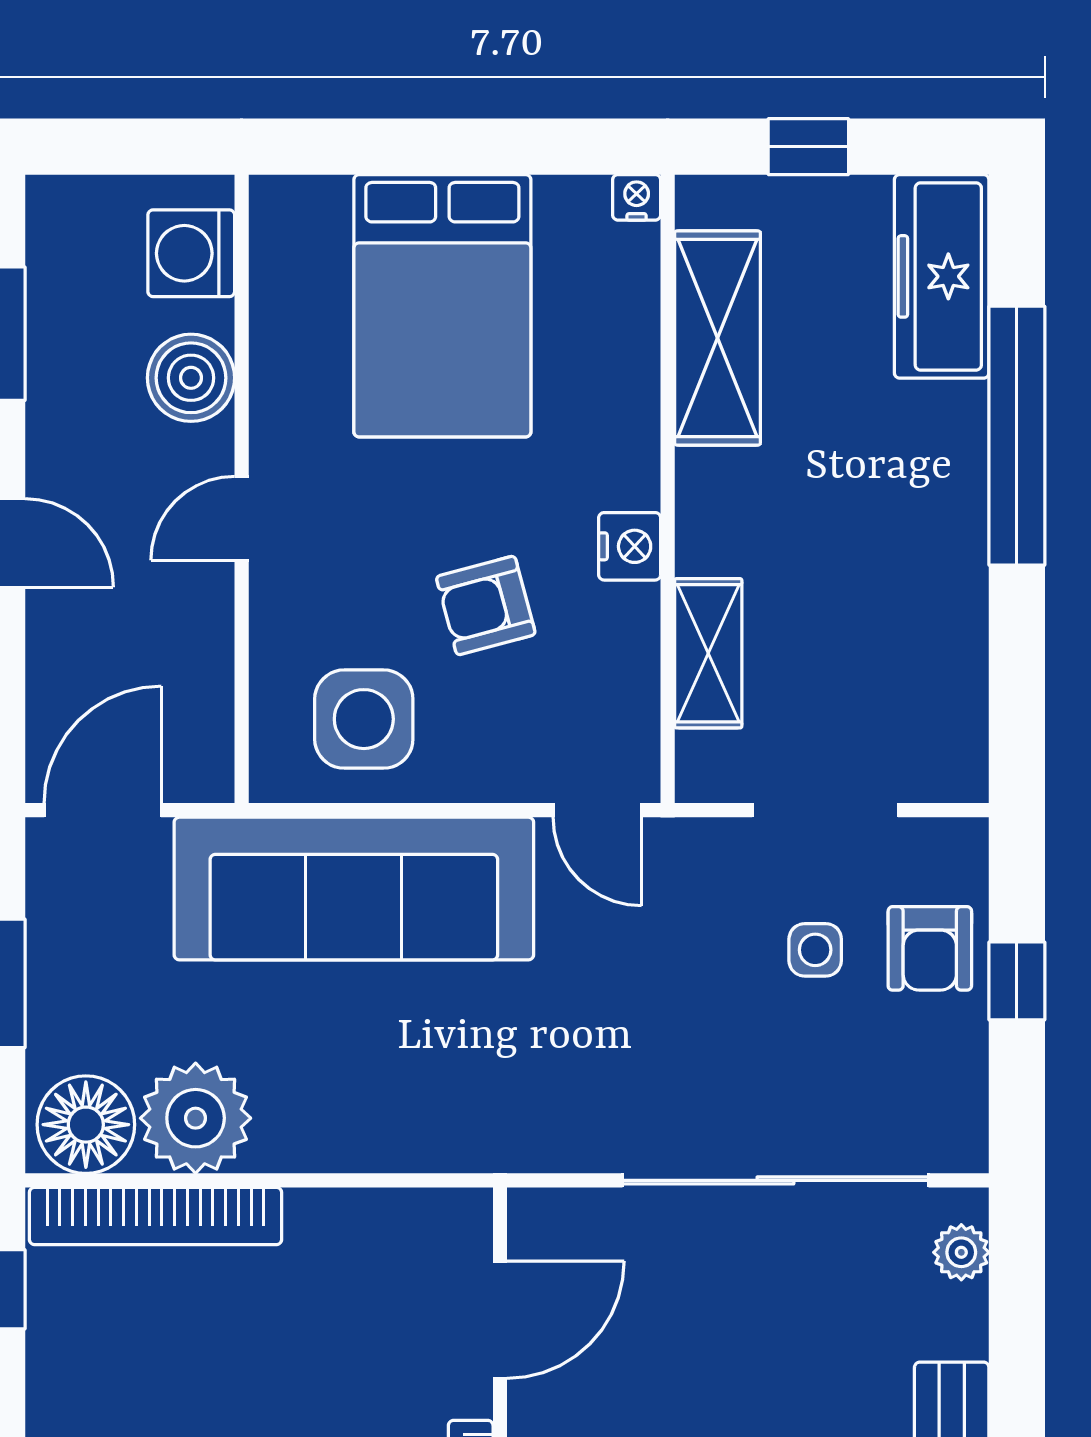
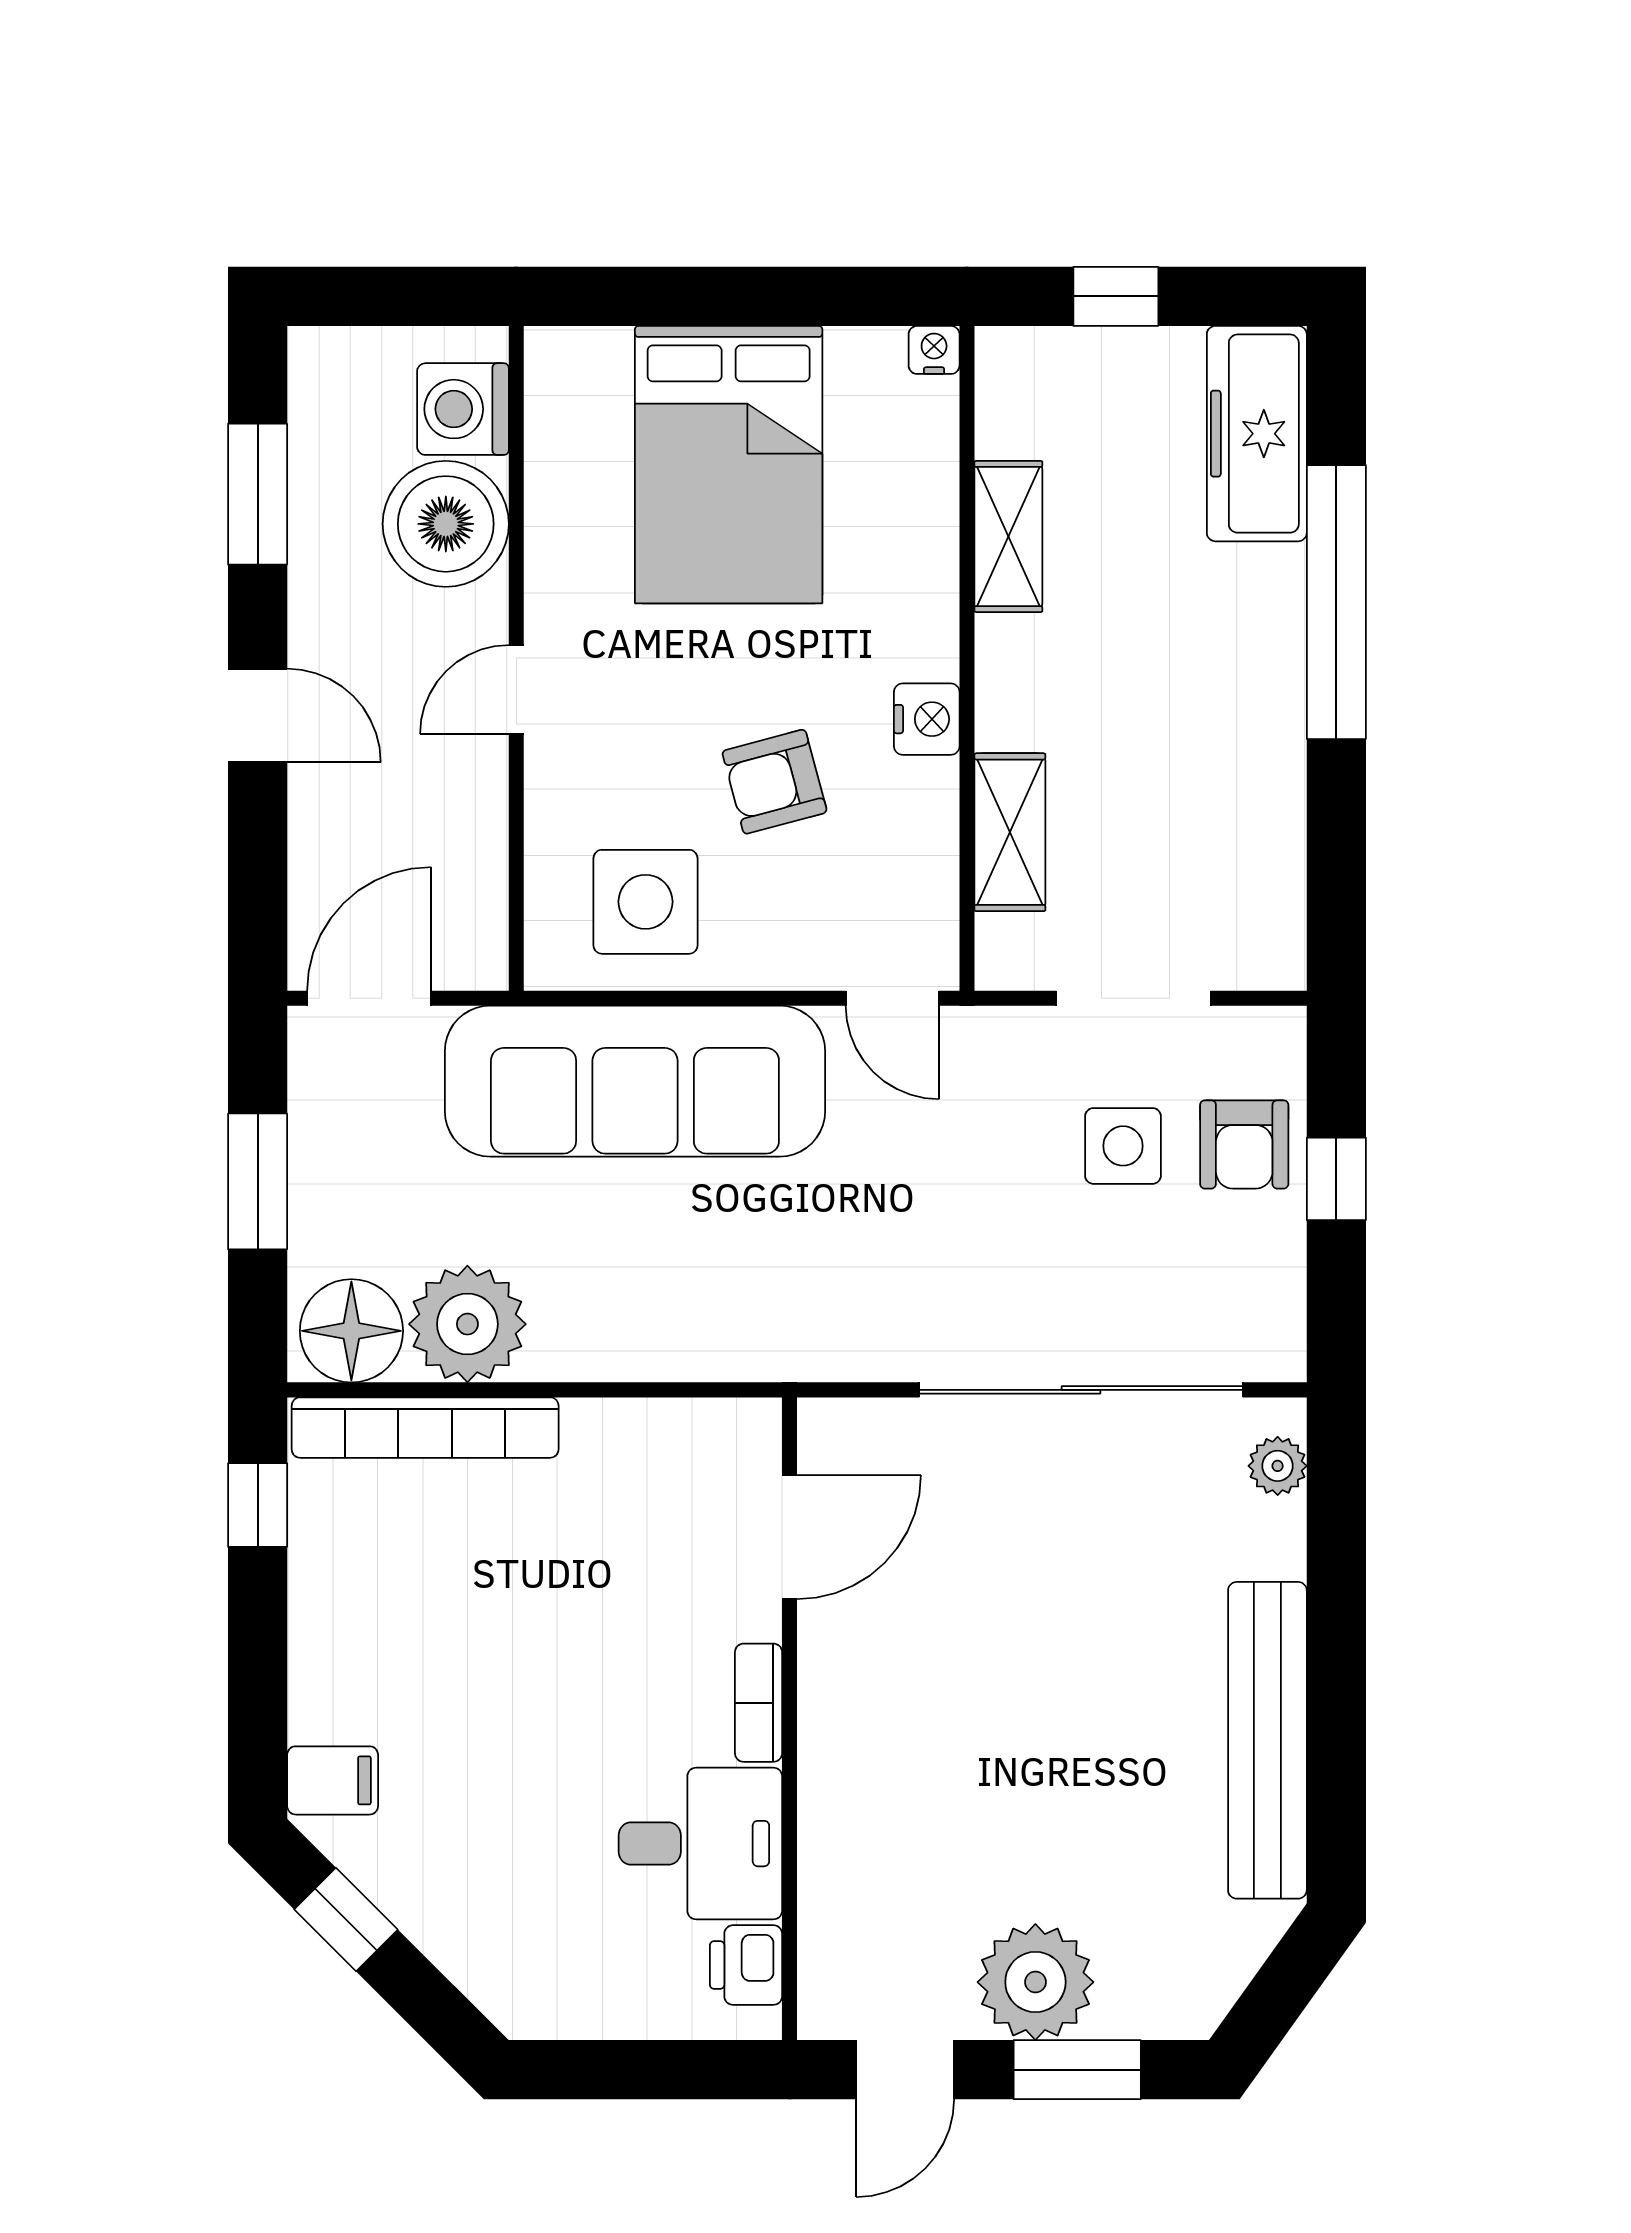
shelving: (717, 338) -> (1008, 536), width x0.67, depth x0.75
boiler: (191, 378) -> (446, 524), width x1.37, depth x1.37
side table: (815, 950) -> (1123, 1146), width x1.37, depth x1.37

